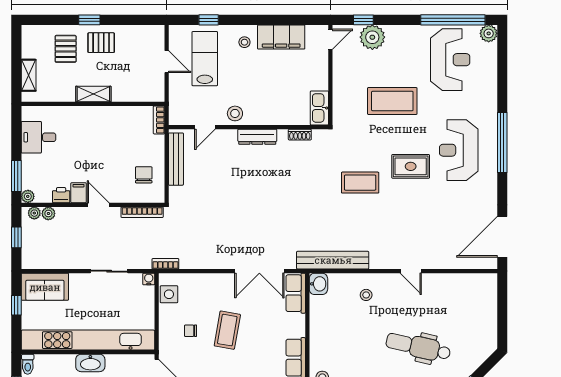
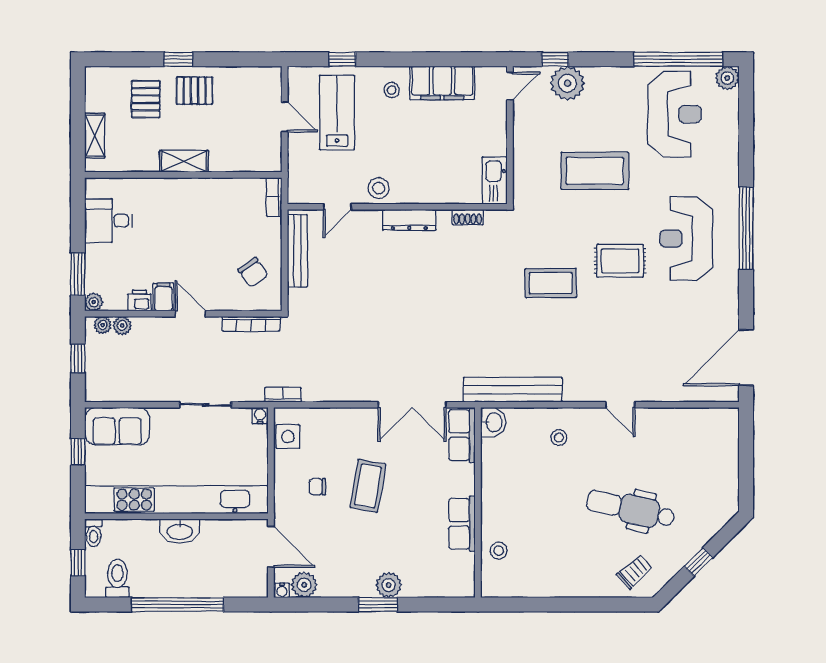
chair: (144, 175) -> (253, 272), turned 145

